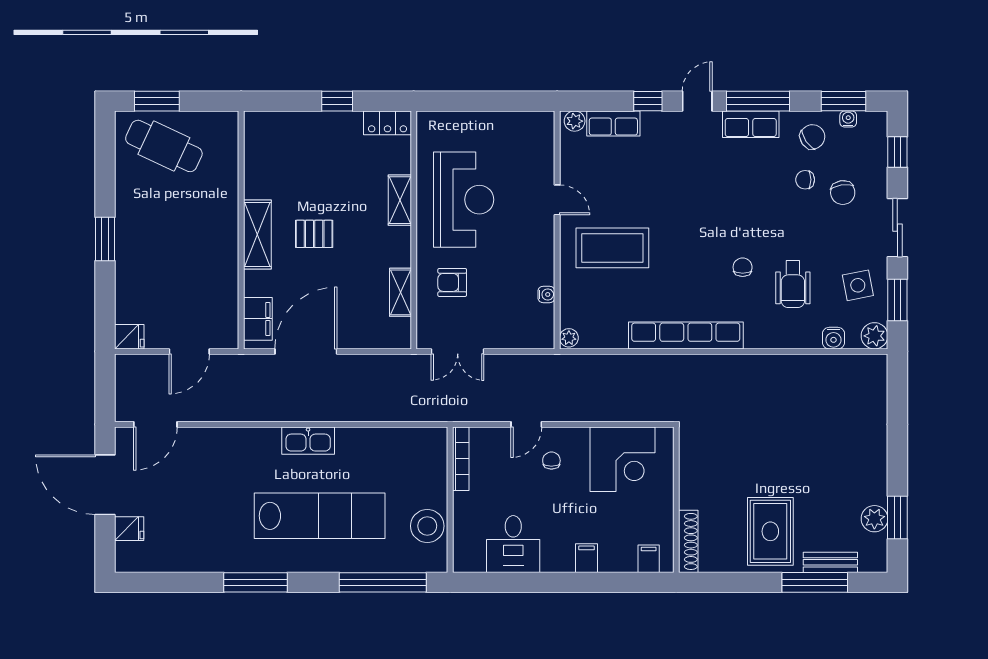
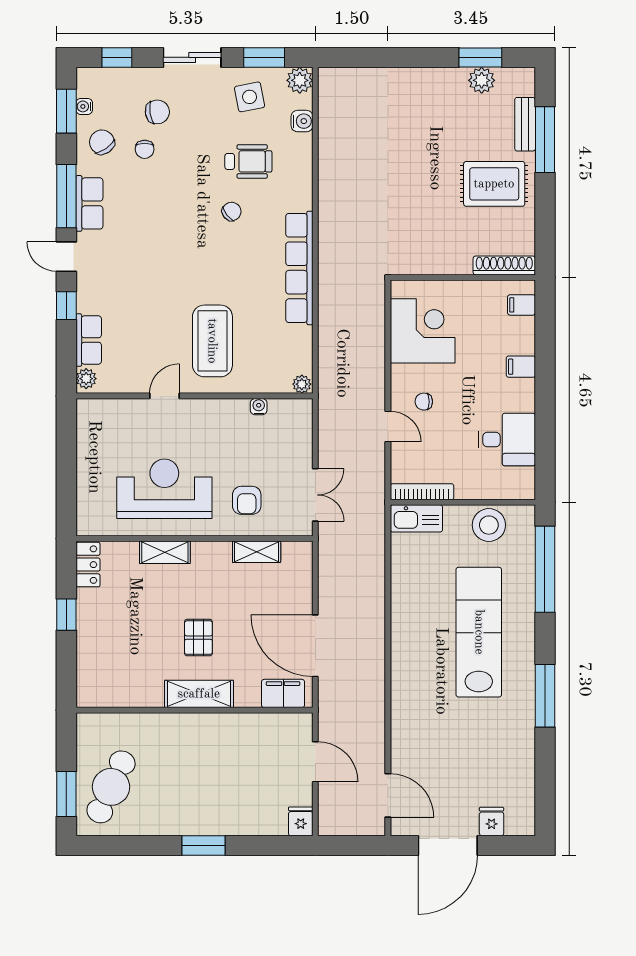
chair: (743, 267) -> (232, 211), turned 142
kitchen sink: (308, 441) -> (416, 518), moved, turned 90

